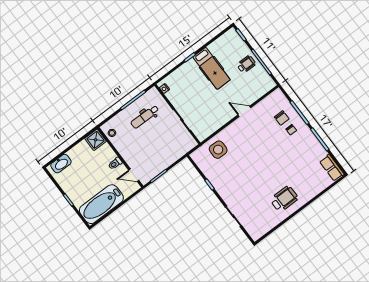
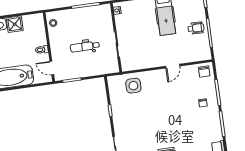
door: (244, 111) -> (173, 66), swing flipped
dental chair: (145, 117) -> (85, 47), moved
chair: (282, 118) -> (204, 71), moved
shower: (96, 140) -> (15, 24), moved

